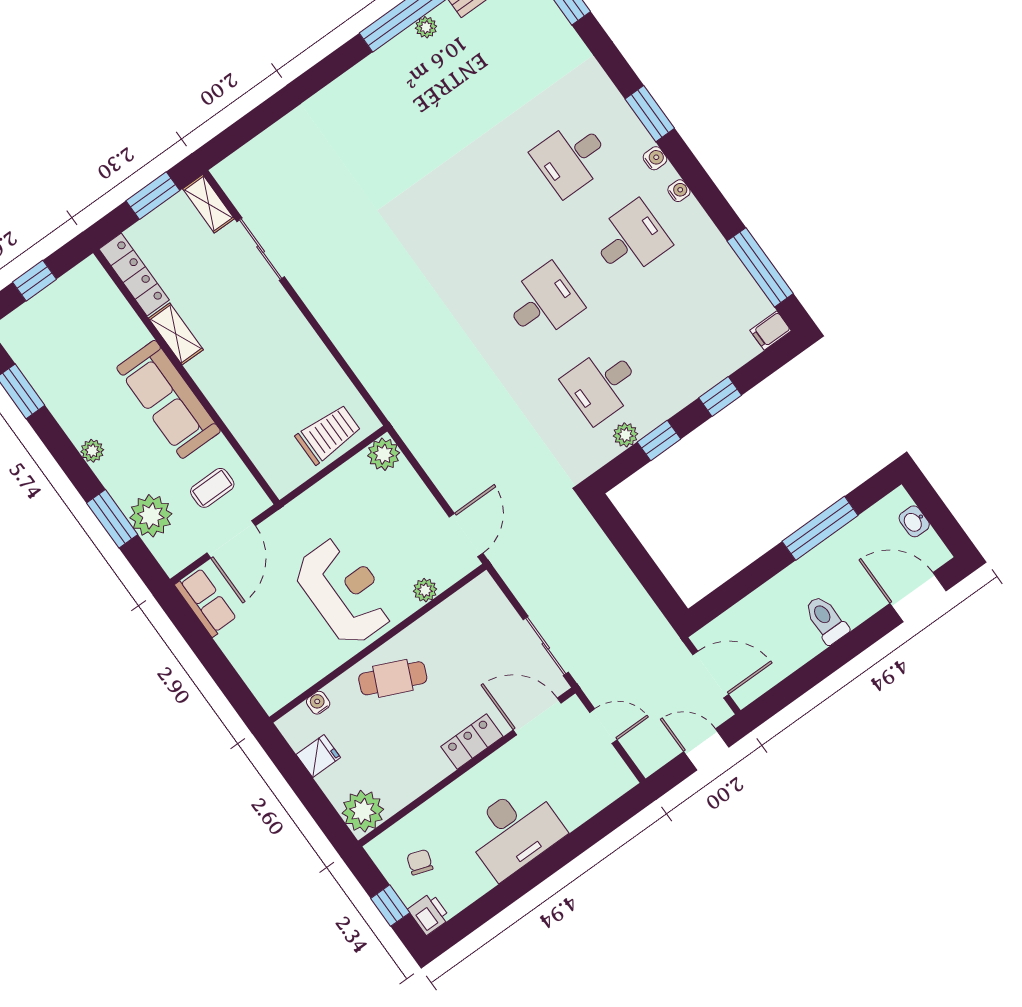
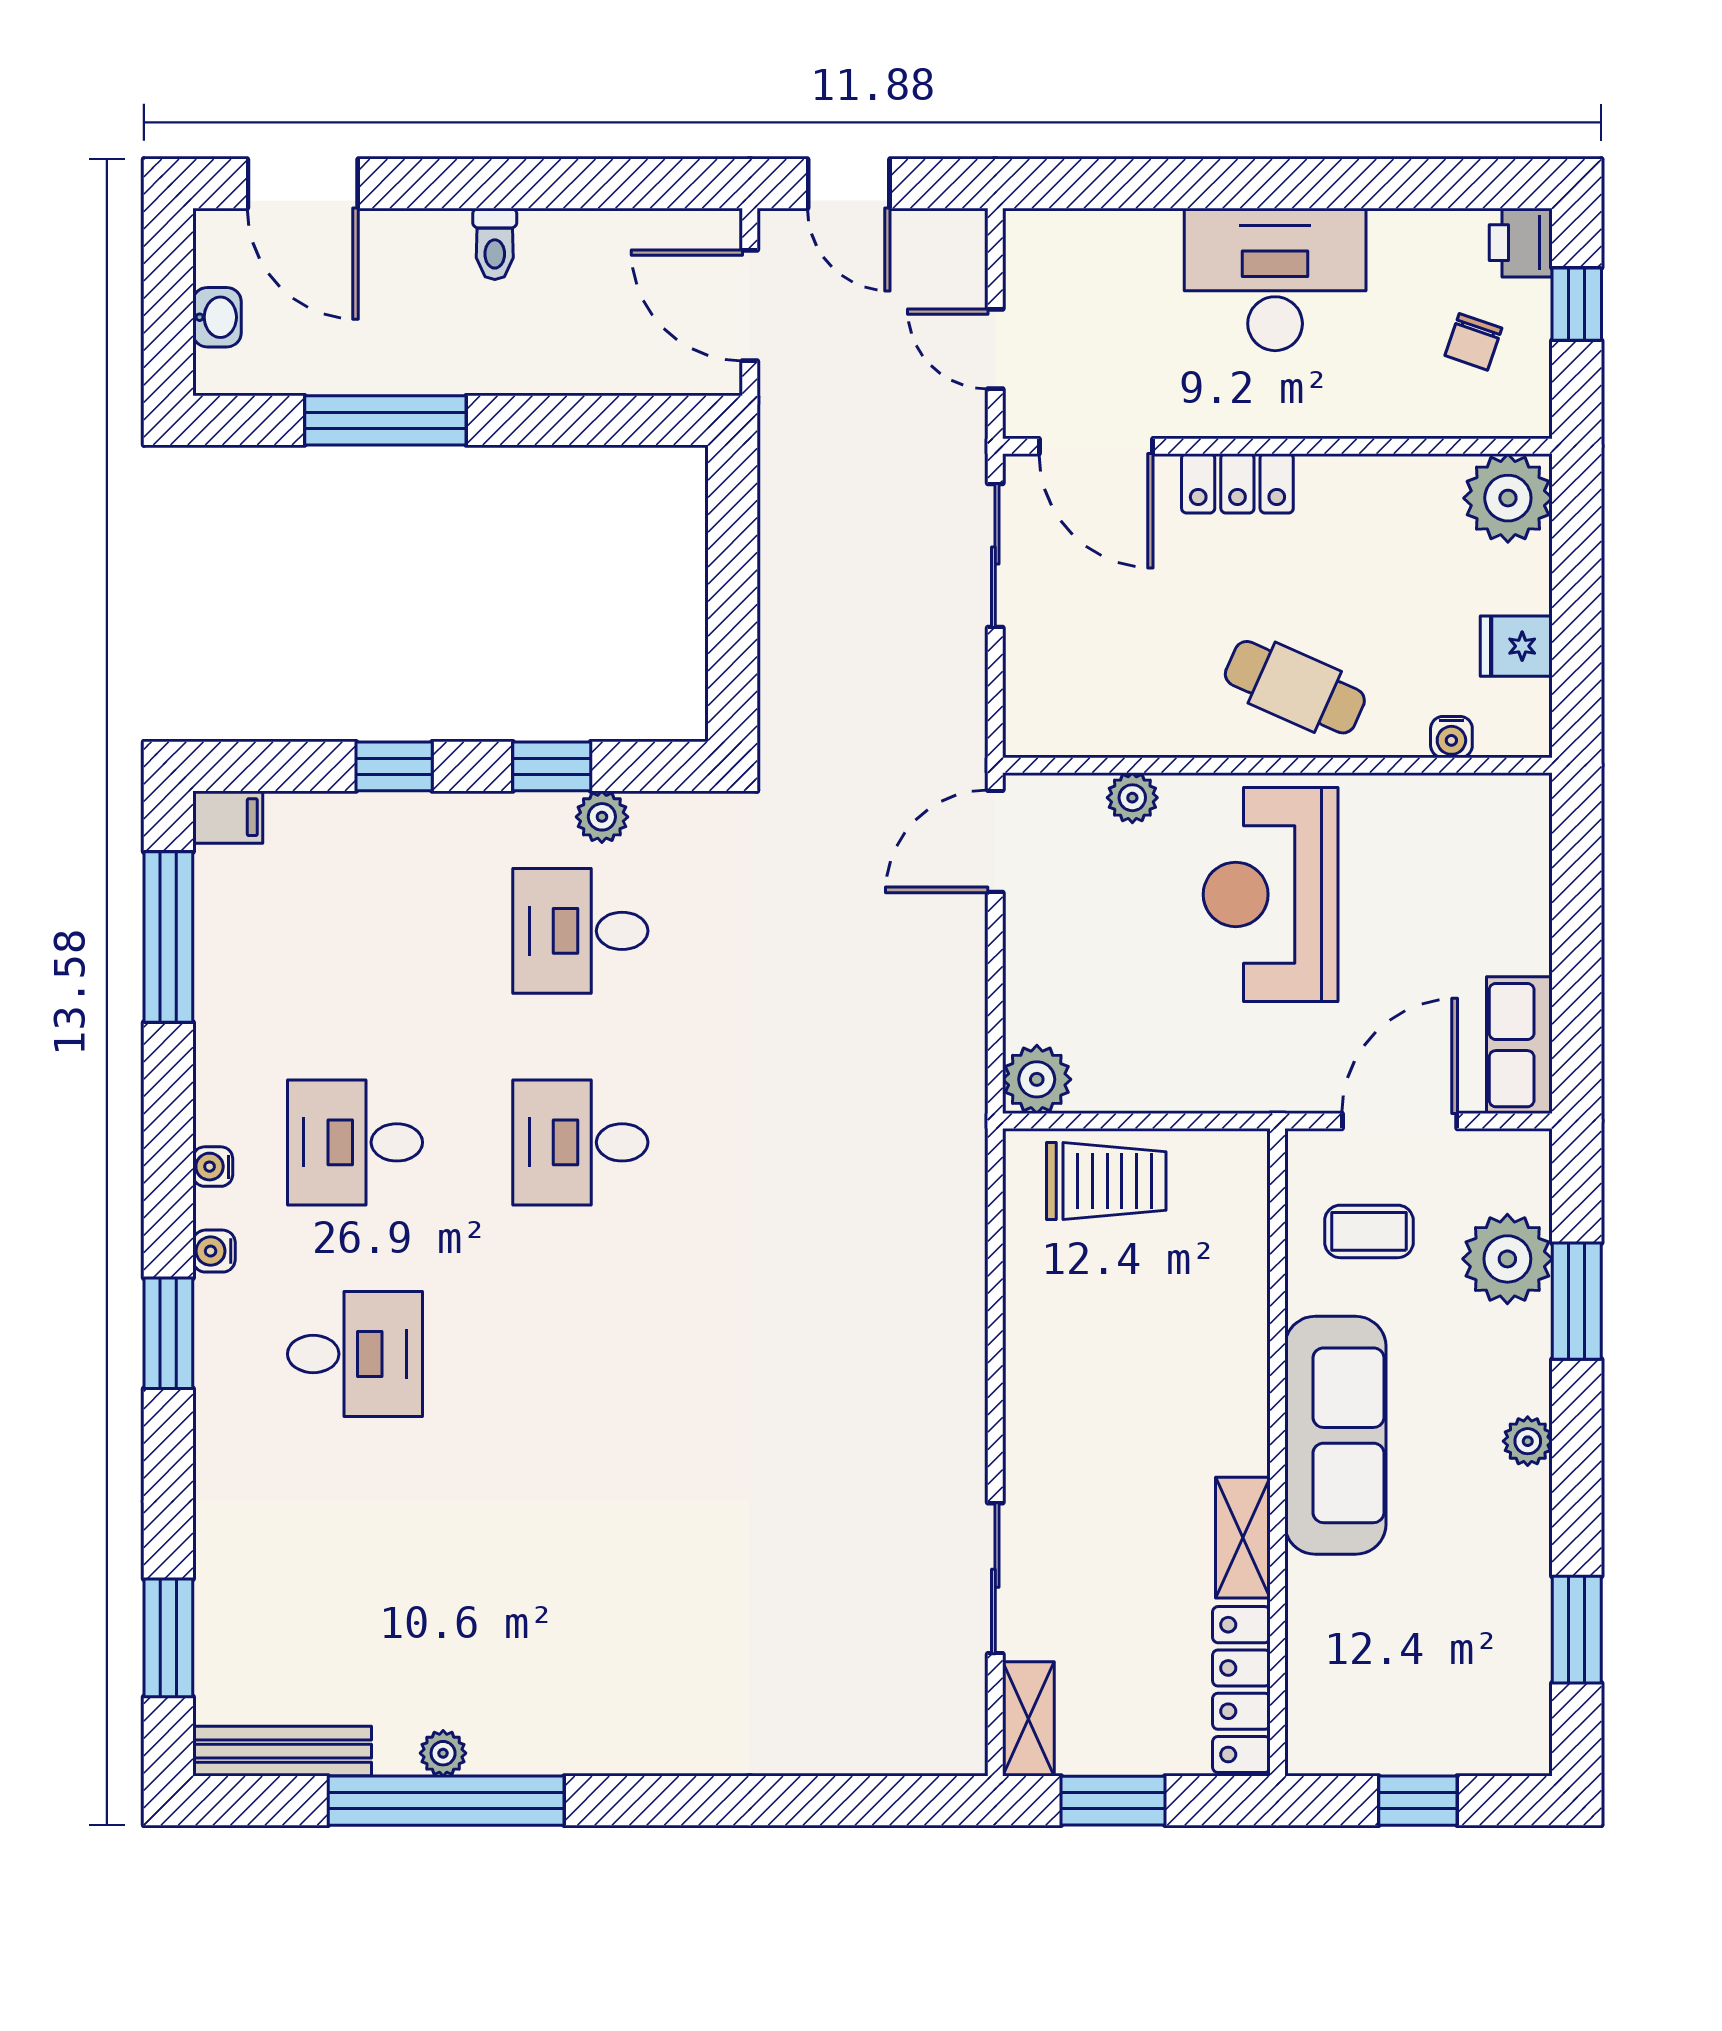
desk: (602, 385) -> (580, 931), turned 180
trolley: (328, 434) -> (1106, 1181), turned 180
toilet: (826, 620) -> (495, 244), width x0.73, depth x0.72

